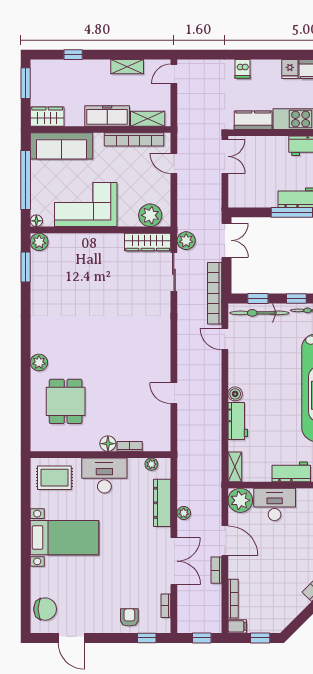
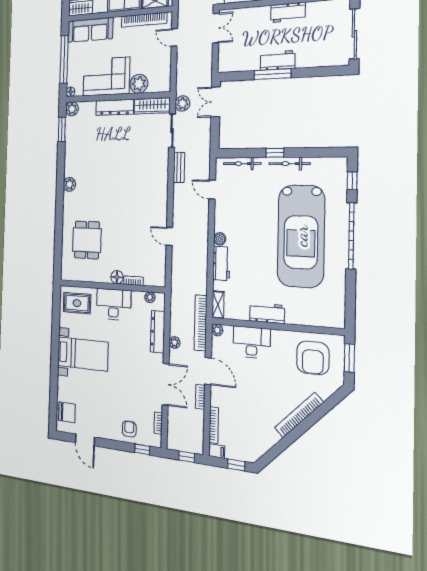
plant: (150, 215) -> (139, 84), moved
double door: (226, 240) -> (216, 102), swing flipped
dresser: (98, 242) -> (115, 107), added
bookcase: (215, 293) -> (201, 323), moved
window: (258, 298) -> (241, 153), removed
bicycle: (259, 313) -> (242, 164), width x0.73, depth x0.71
bench: (184, 314) -> (179, 167), added
plant: (39, 362) -> (69, 184), moved
plant: (240, 500) -> (217, 330), width x0.53, depth x0.53

